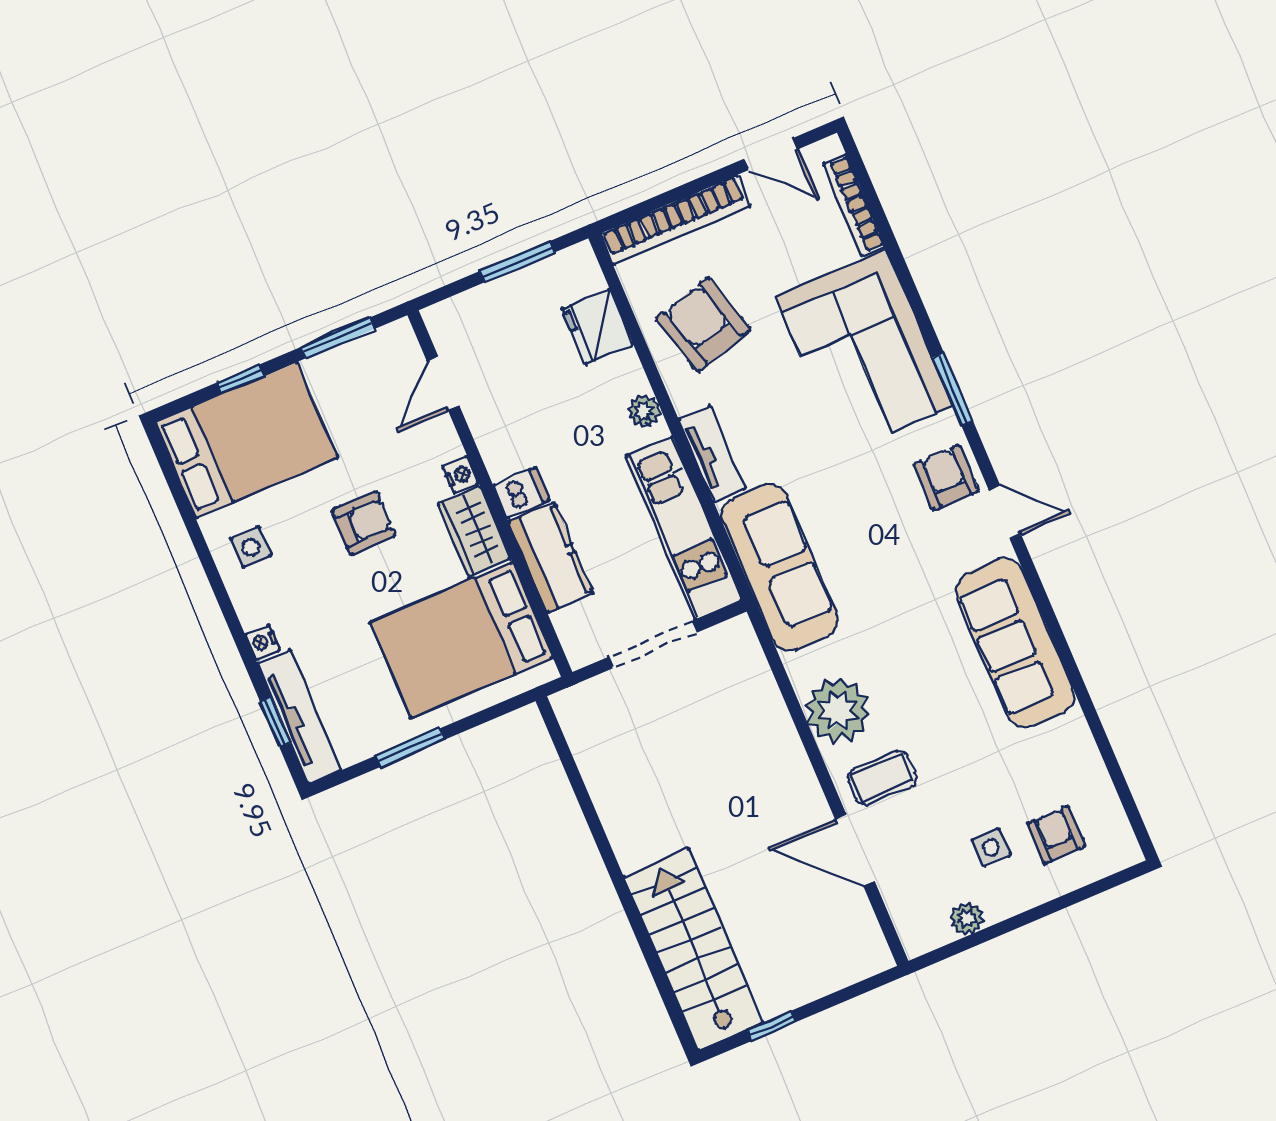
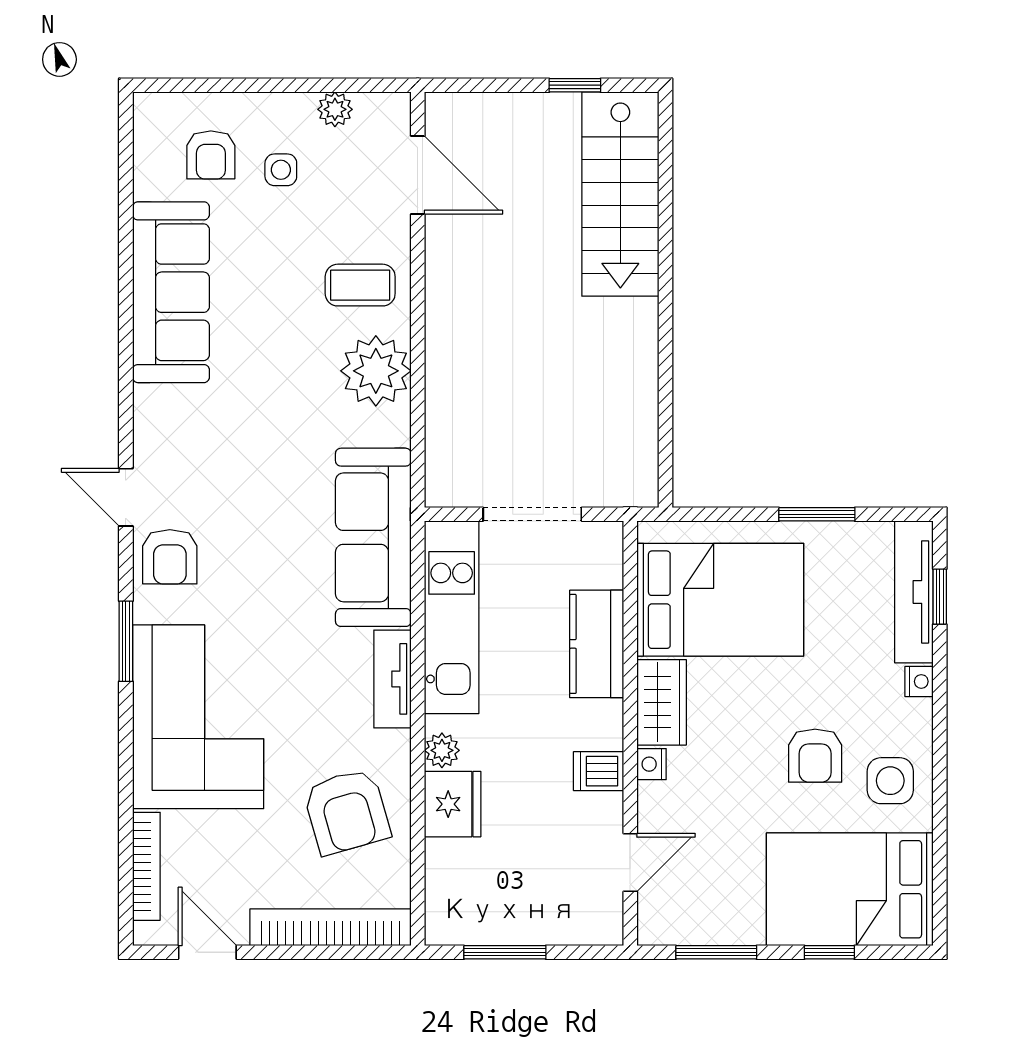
fridge: (598, 327) -> (453, 804), moved
dishwasher: (521, 493) -> (598, 771), moved
armchair: (363, 523) -> (815, 756), moved, turned -90
side table: (251, 547) -> (890, 781), width x1.37, depth x1.37
sofa: (1015, 643) -> (171, 292), moved
door: (855, 850) -> (418, 175), moved

